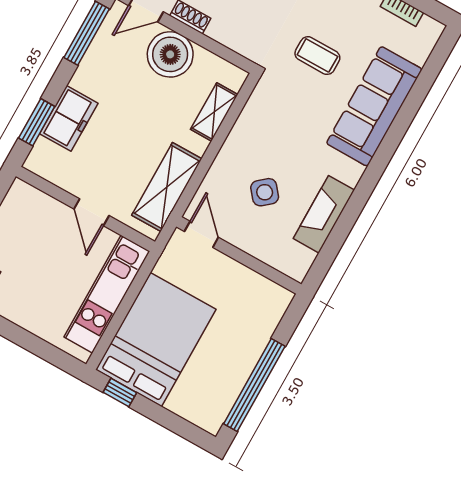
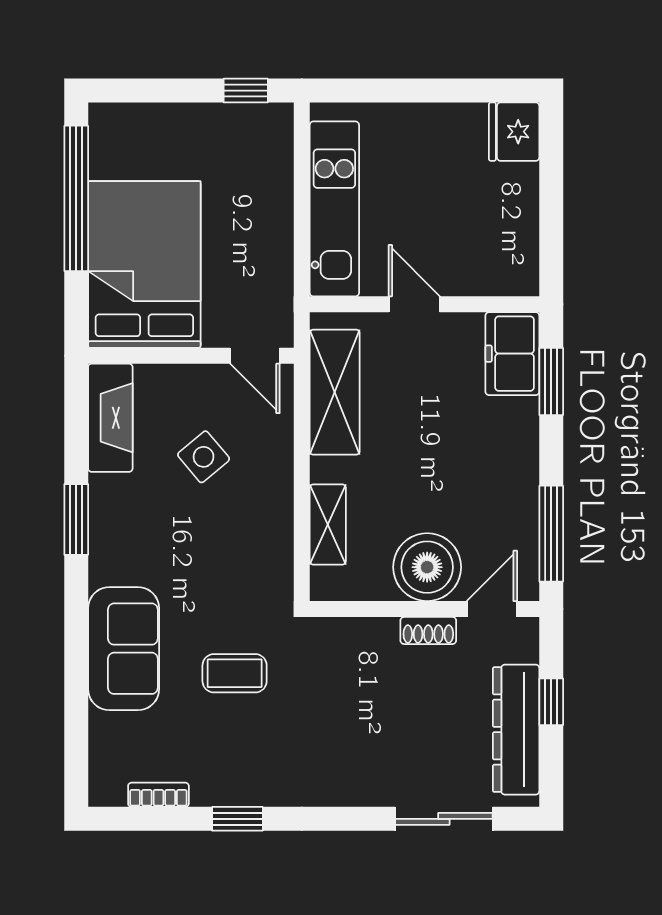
sofa: (374, 106) -> (124, 649), width x0.73
freezer: (69, 118) -> (512, 354), moved
window: (360, 197) -> (76, 519), added
fireplace: (324, 214) -> (110, 418), moved
bed: (156, 339) -> (144, 264), moved, turned 180

